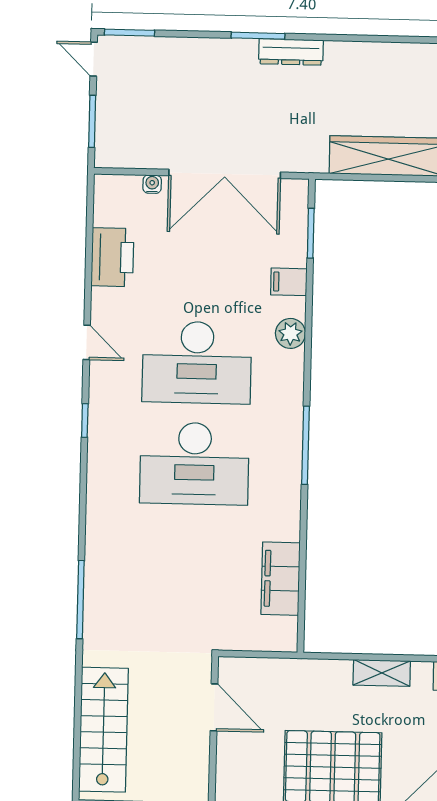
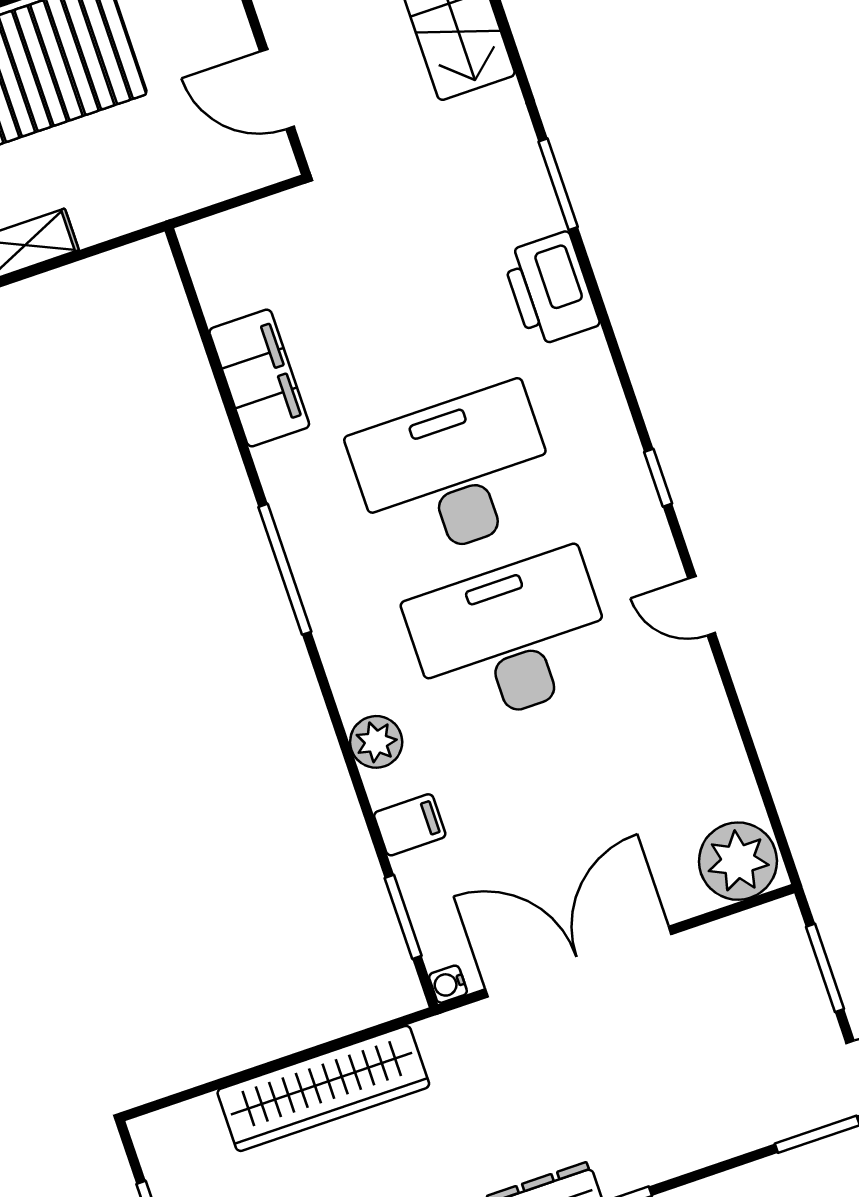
water cooler: (152, 184) -> (448, 984), moved, turned 90
plant: (118, 197) -> (738, 861), added
printer: (112, 257) -> (551, 289), moved
filing cabinet: (281, 579) -> (259, 378), moved
window: (80, 600) -> (558, 184), width x0.69

